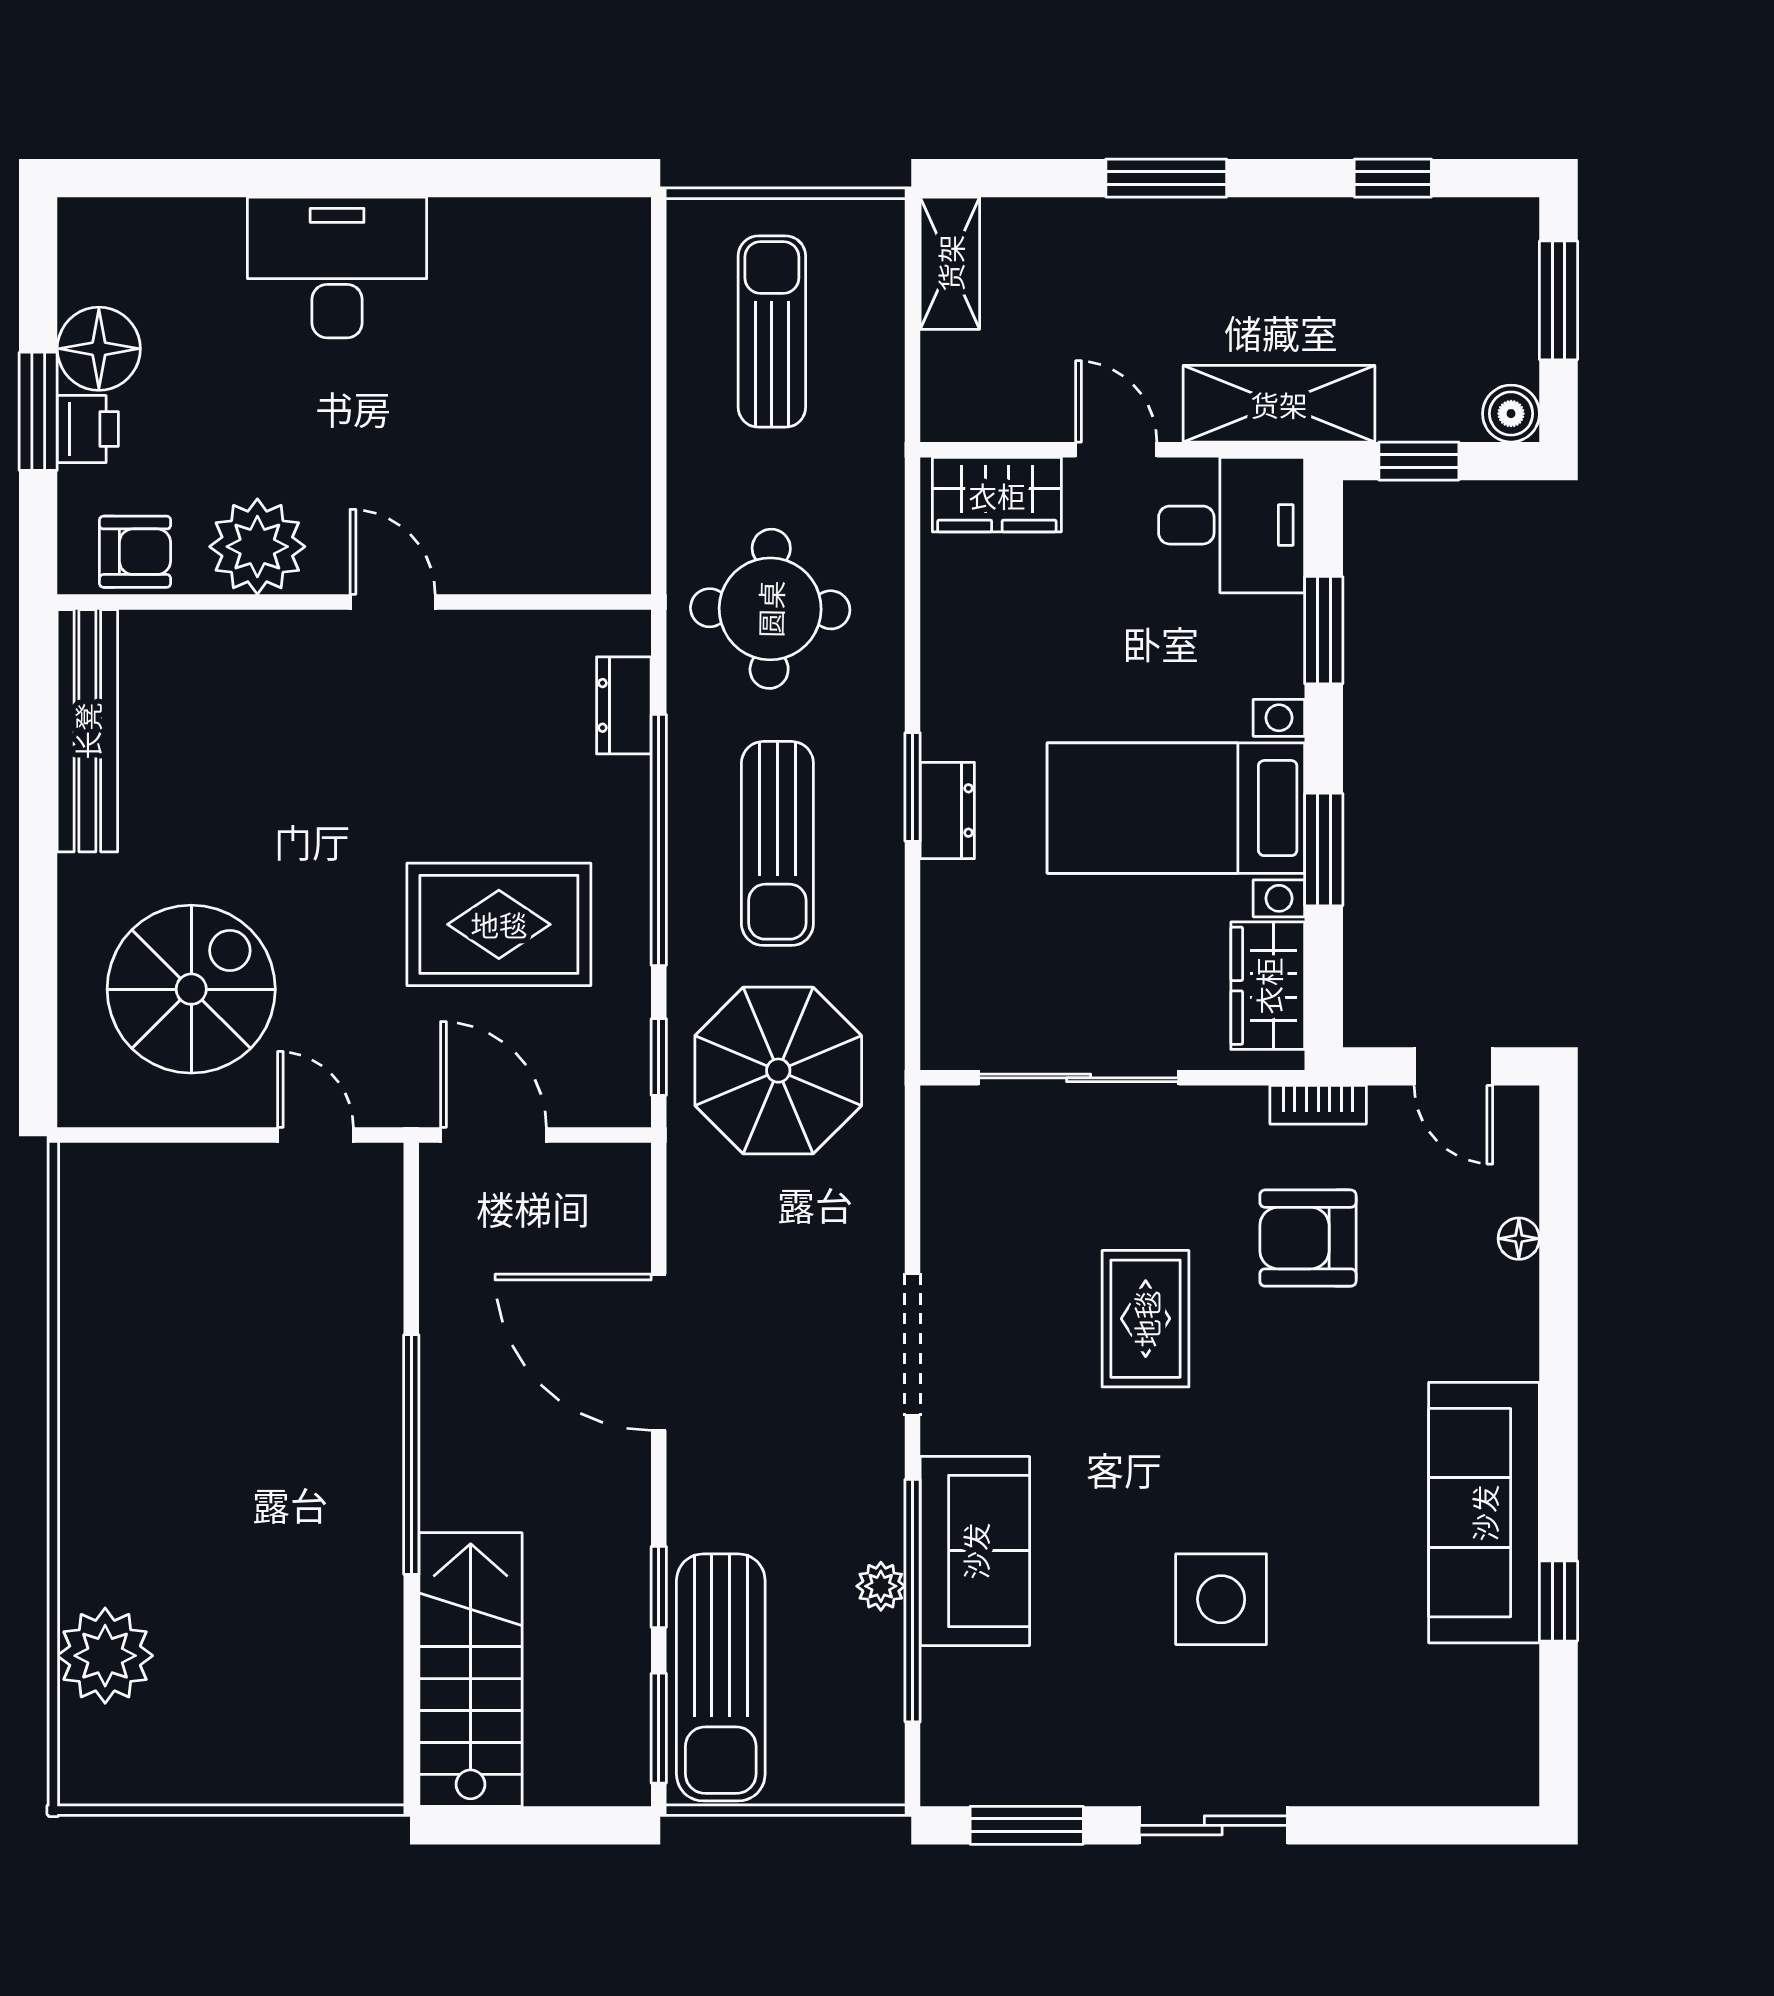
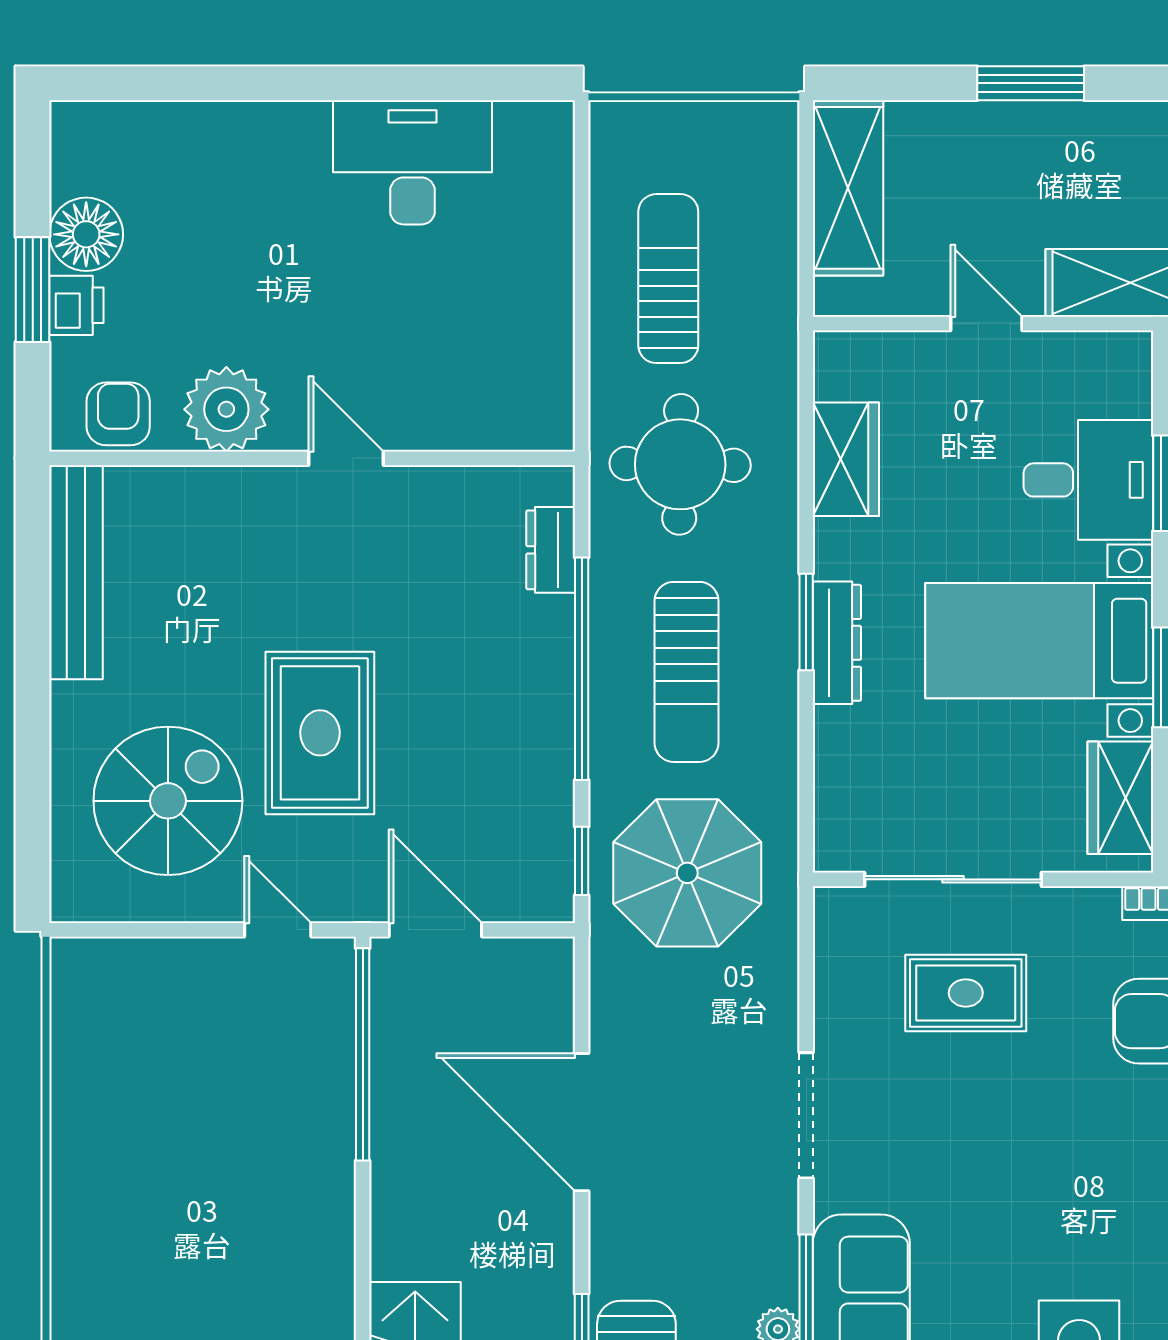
shelving: (950, 263) -> (848, 188), width x1.50, depth x1.33
desk: (337, 267) -> (413, 162), moved
sun lounger: (772, 332) -> (668, 279), moved
wardrobe: (997, 495) -> (846, 459), moved, turned -90
desk: (1232, 525) -> (1088, 480), moved
armchair: (135, 552) -> (118, 414), turned -90
dresser: (947, 810) -> (837, 643), width x1.44
rug: (499, 924) -> (320, 733), moved, turned 90
rug: (1146, 1319) -> (966, 993), moved, turned 90
window: (411, 1455) -> (363, 1054), moved

